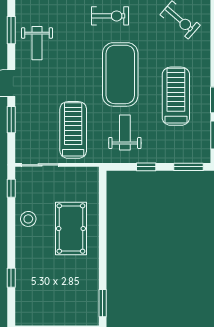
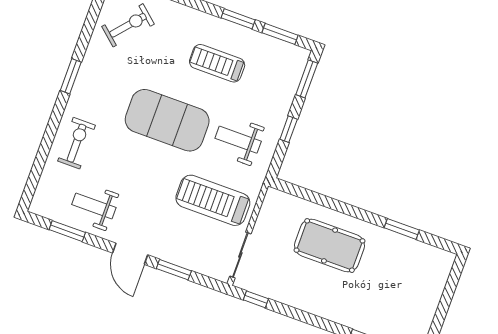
exercise bike: (110, 16) -> (76, 143), moved
weight bench: (37, 43) -> (94, 206), turned 180
treadmill: (176, 96) -> (217, 63), width x0.73, depth x0.73
stool: (28, 219) -> (300, 292), removed
window: (103, 303) -> (402, 229), moved

